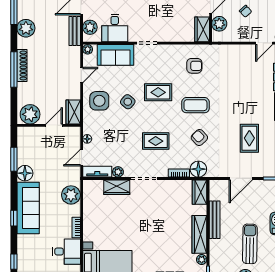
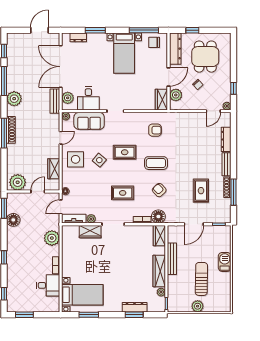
plant: (30, 114) -> (18, 182), moved
wall: (49, 125) -> (33, 192), moved
door: (54, 125) -> (38, 192), moved
sofa: (28, 208) -> (16, 249), removed

